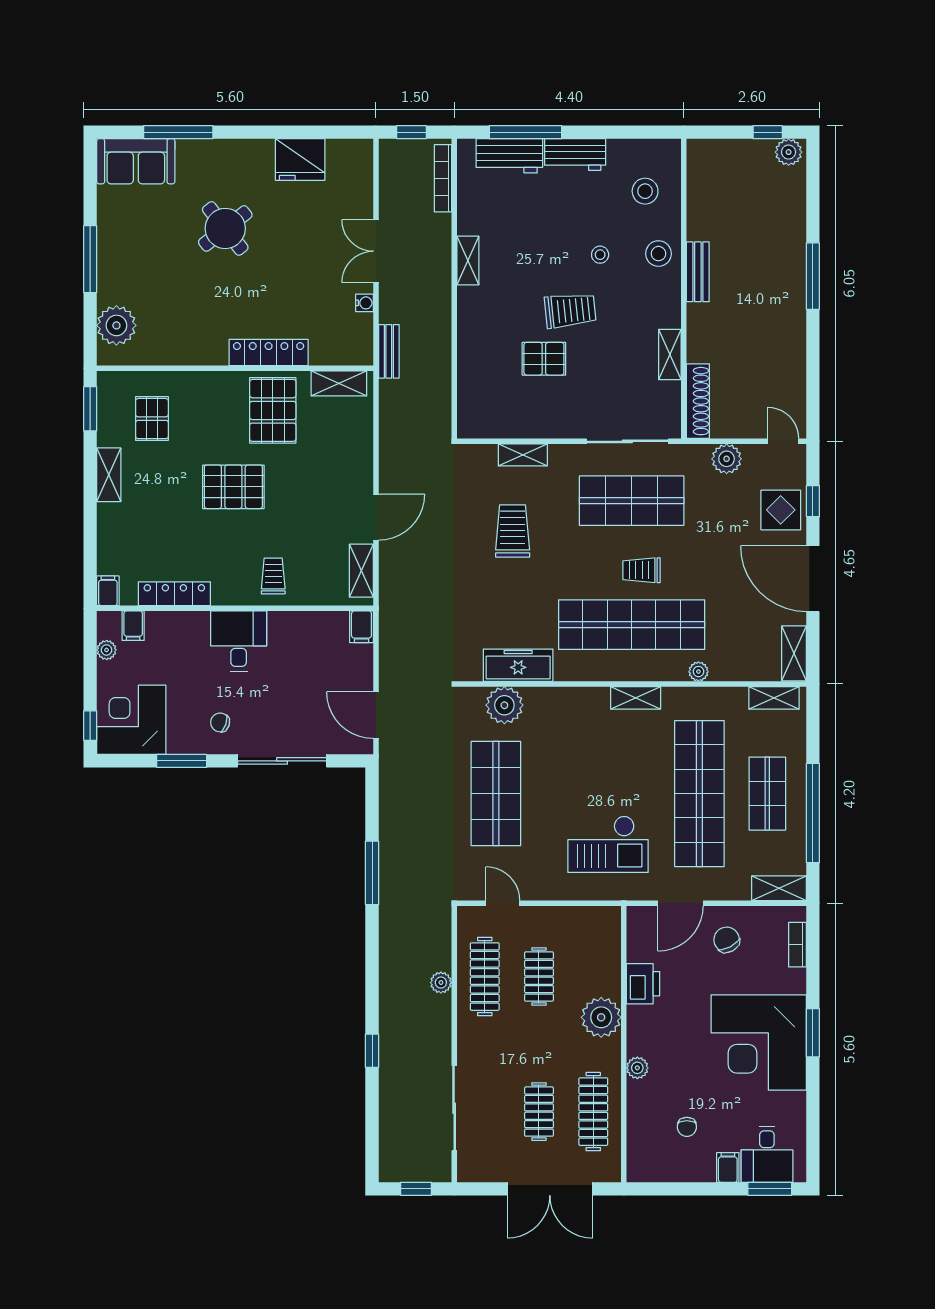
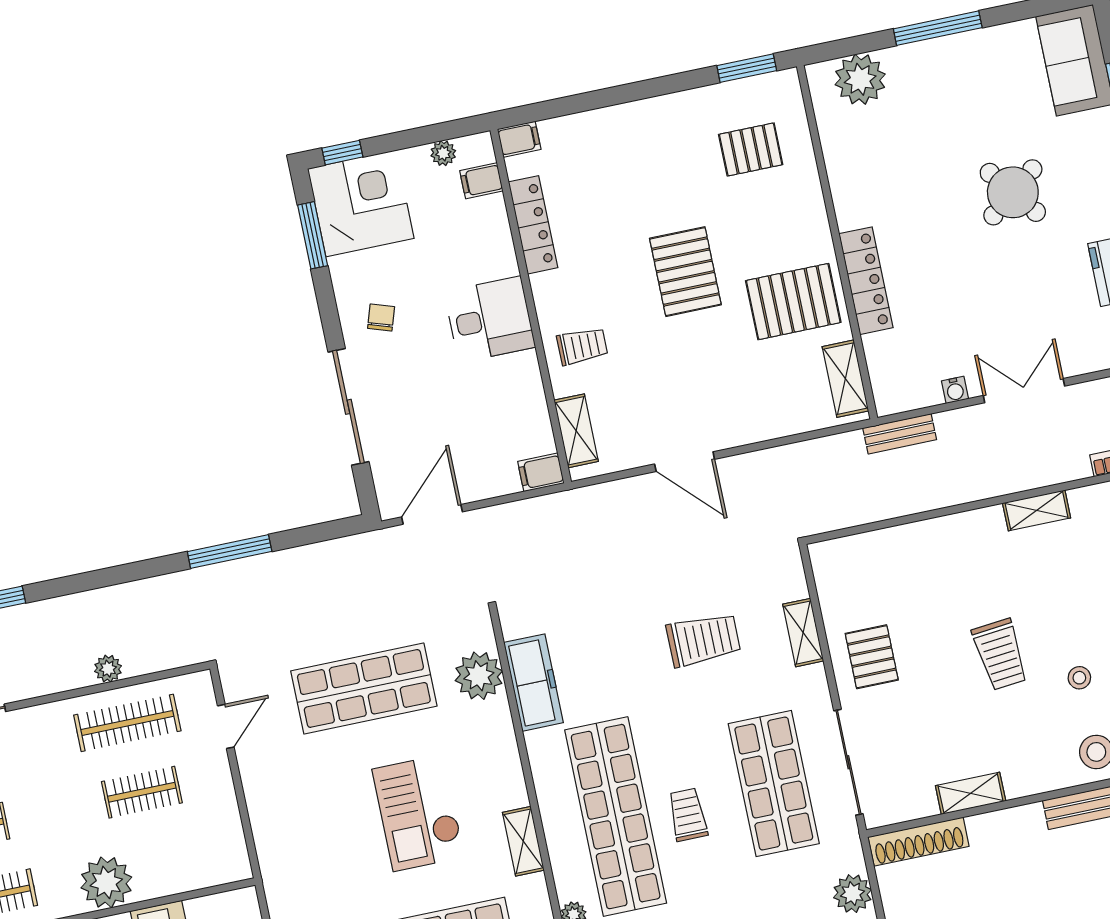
pallet: (544, 359) -> (872, 657), moved
shelving: (109, 475) -> (668, 109), removed
shelving: (361, 571) -> (576, 431), moved, turned 90
window: (182, 761) -> (313, 235), moved
checkout: (608, 844) -> (418, 813), moved

